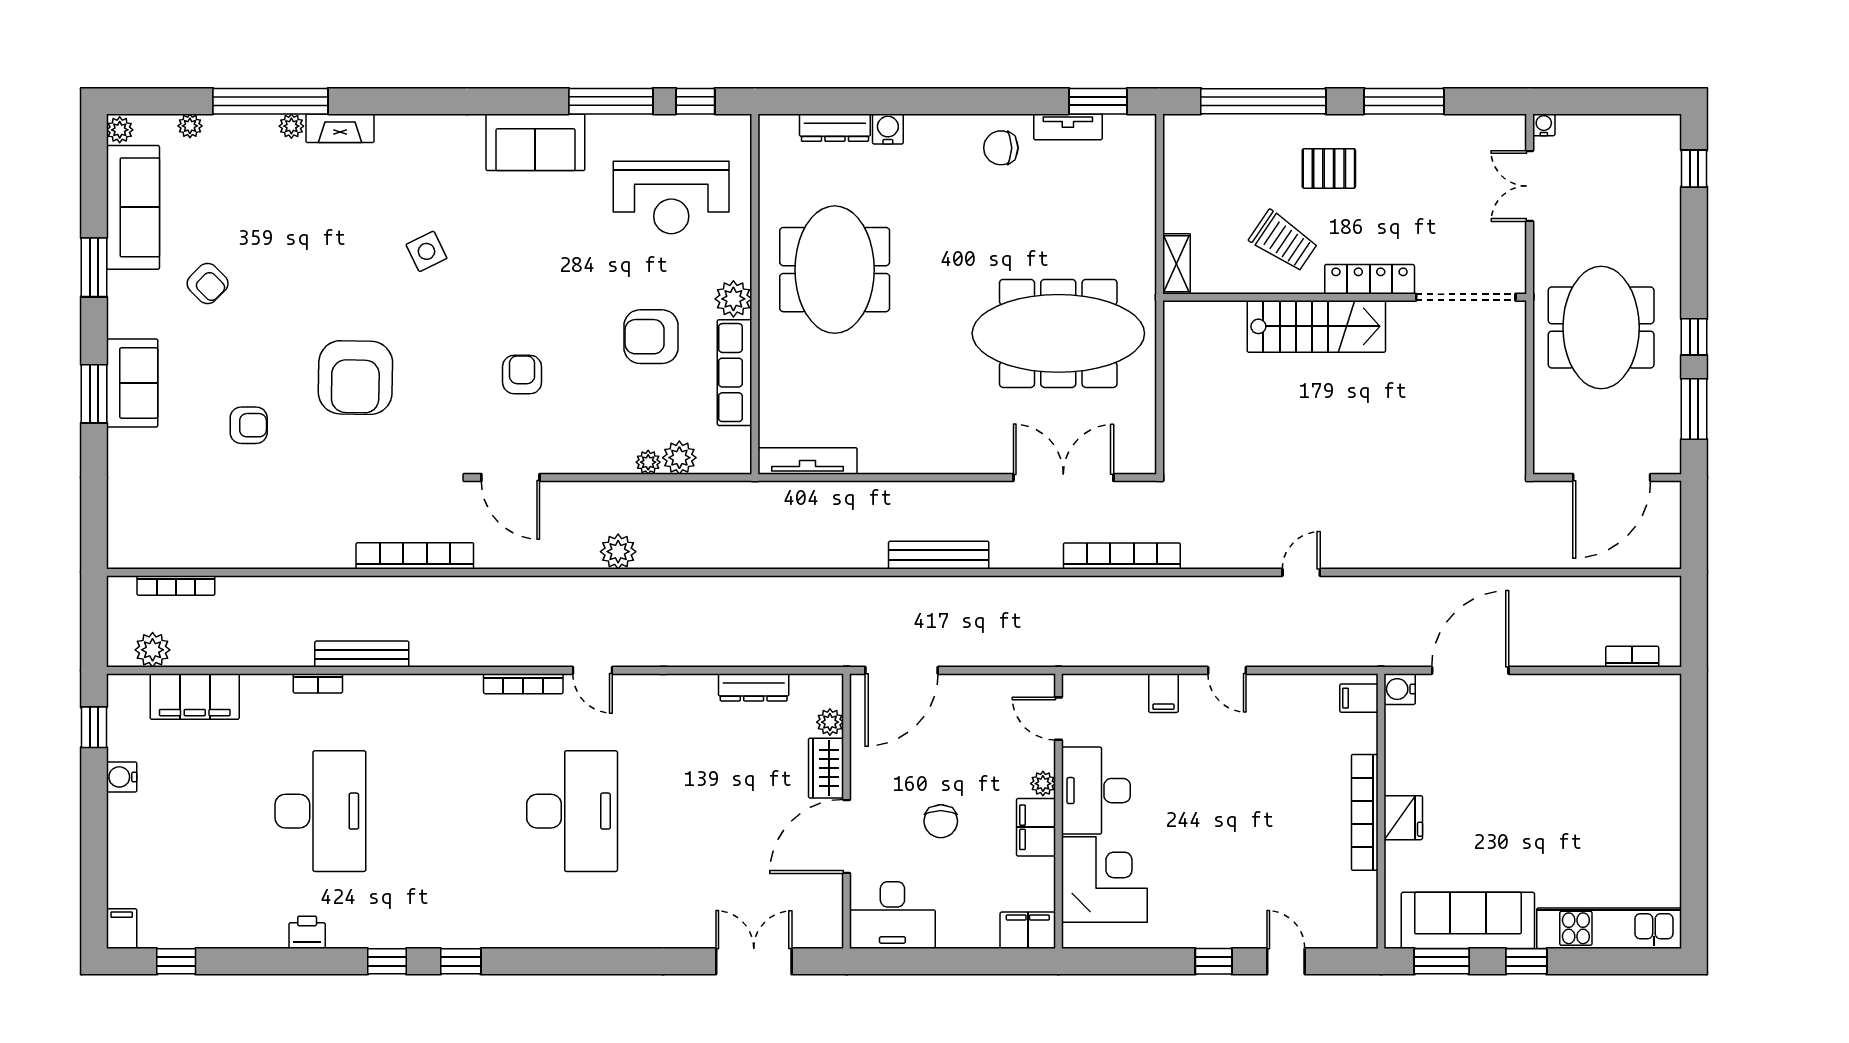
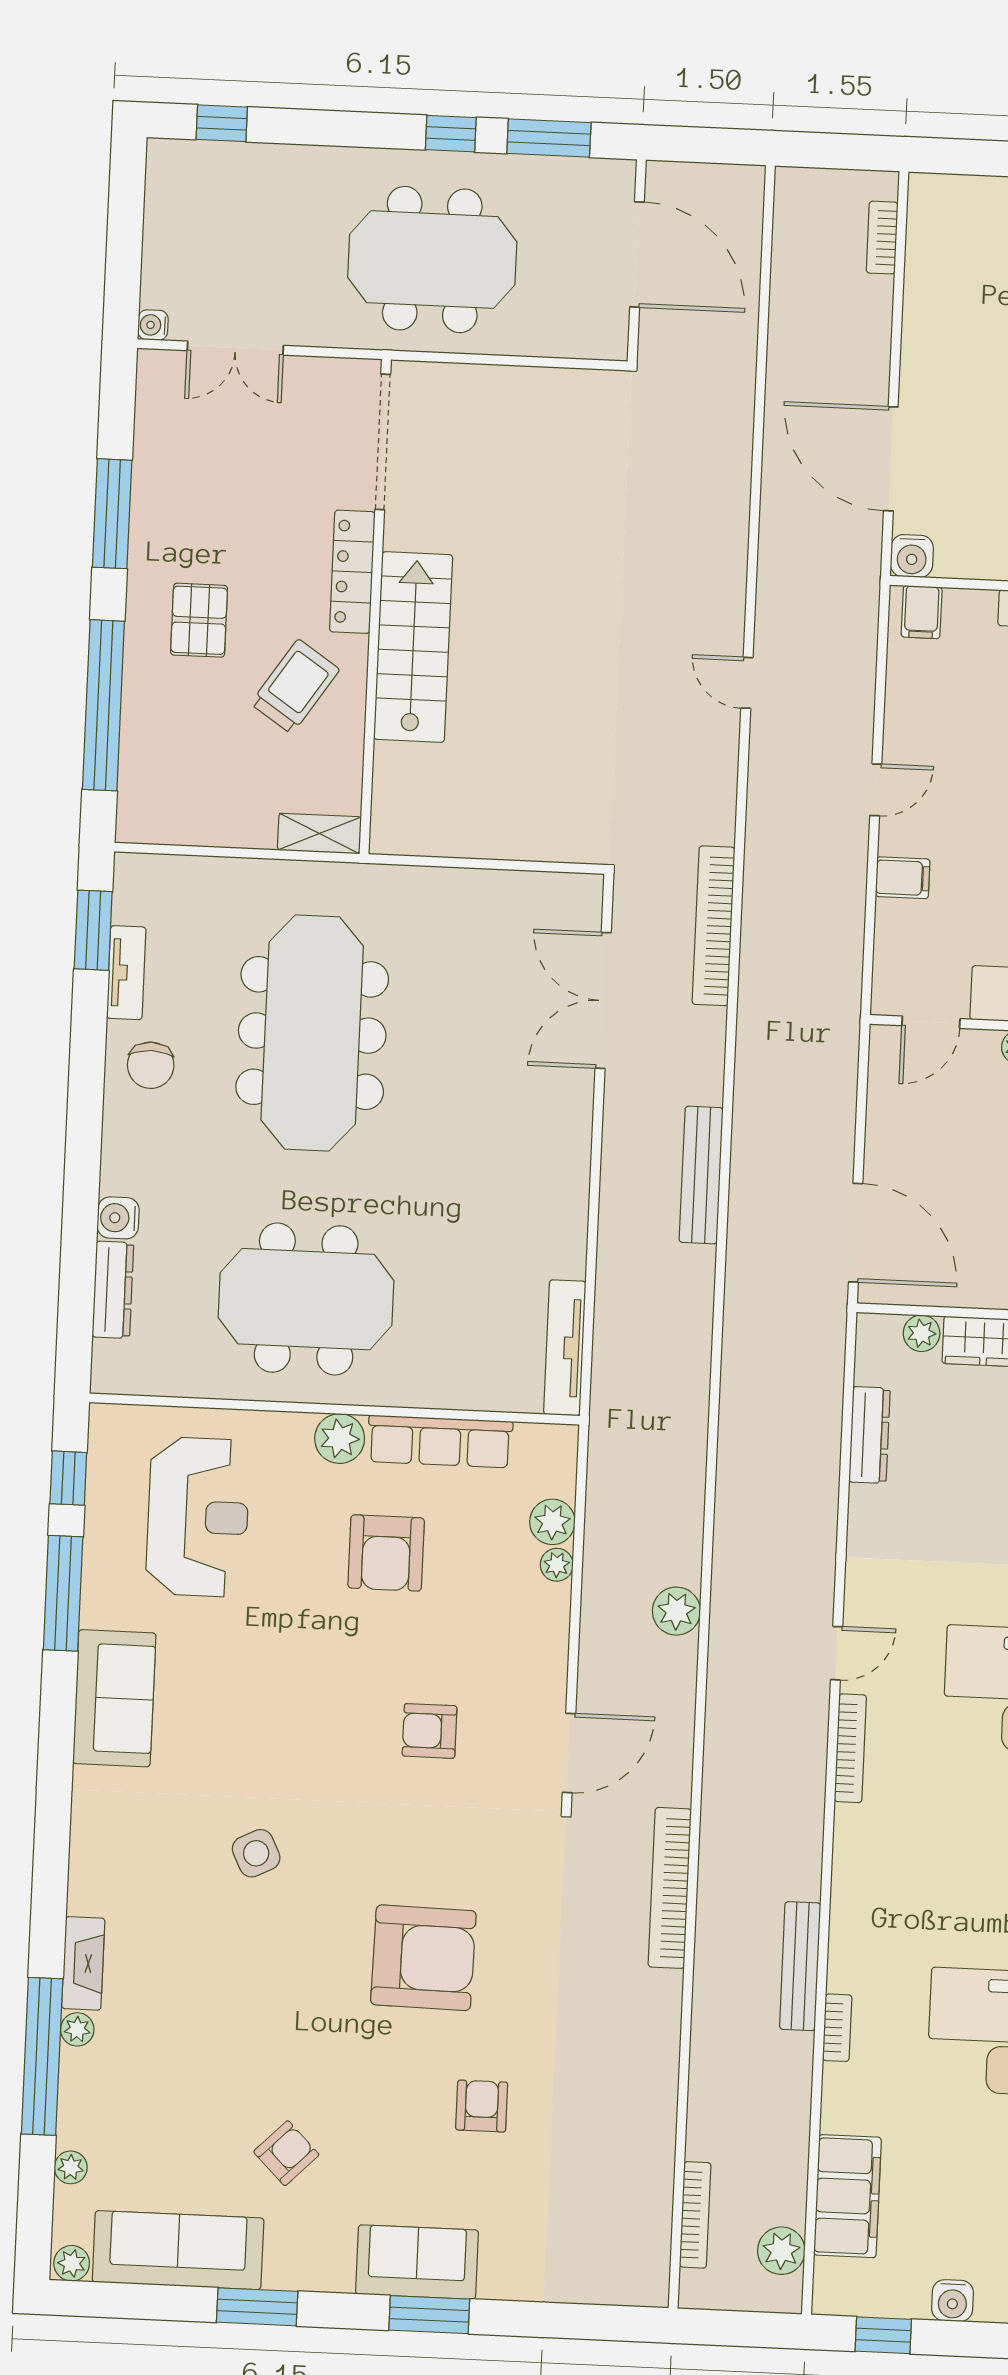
meeting table: (1058, 333) -> (312, 1033), moved

